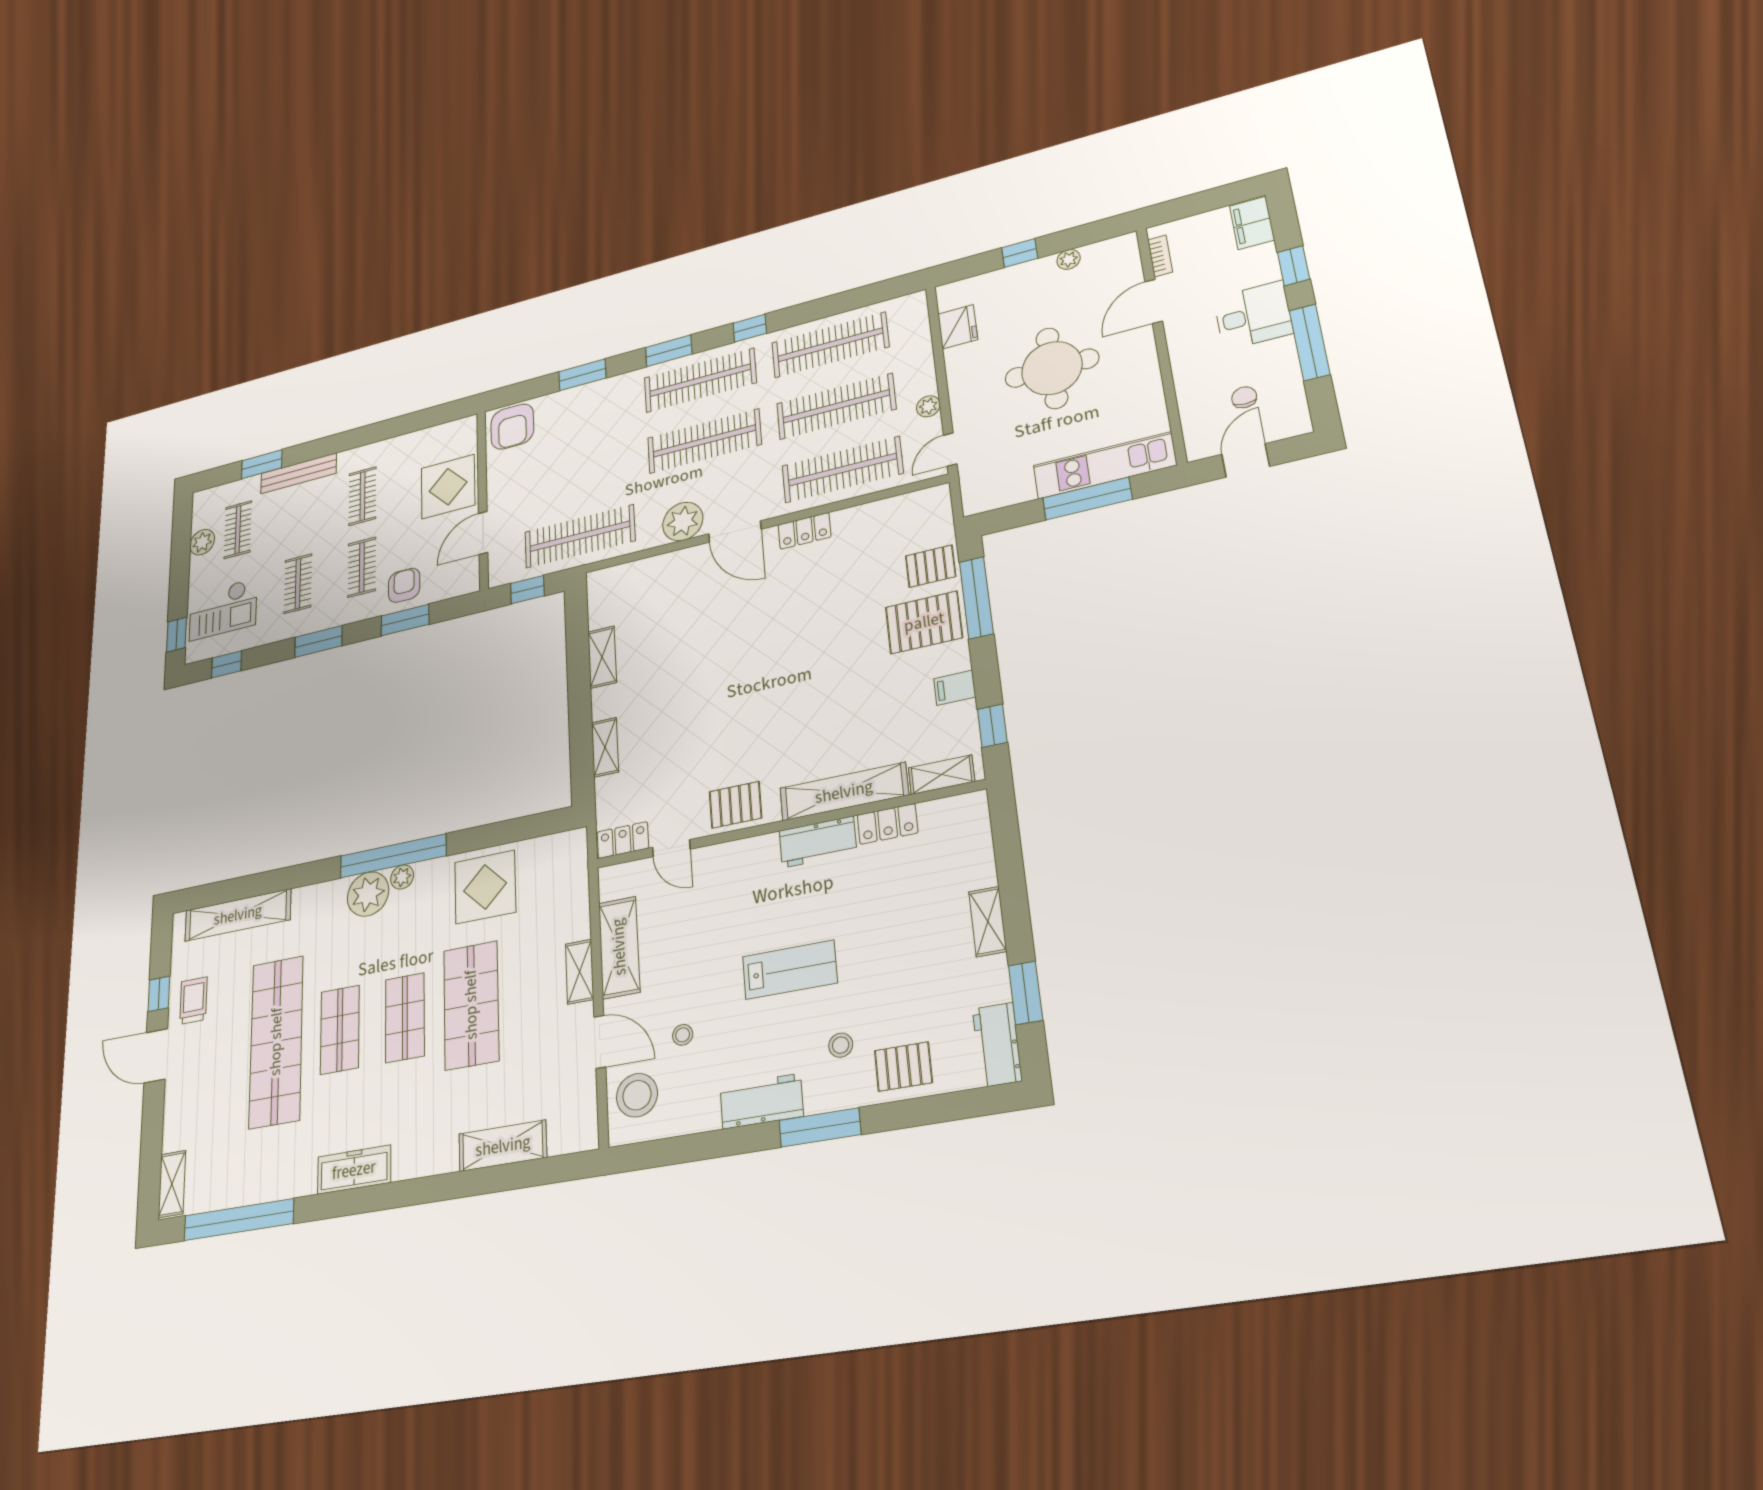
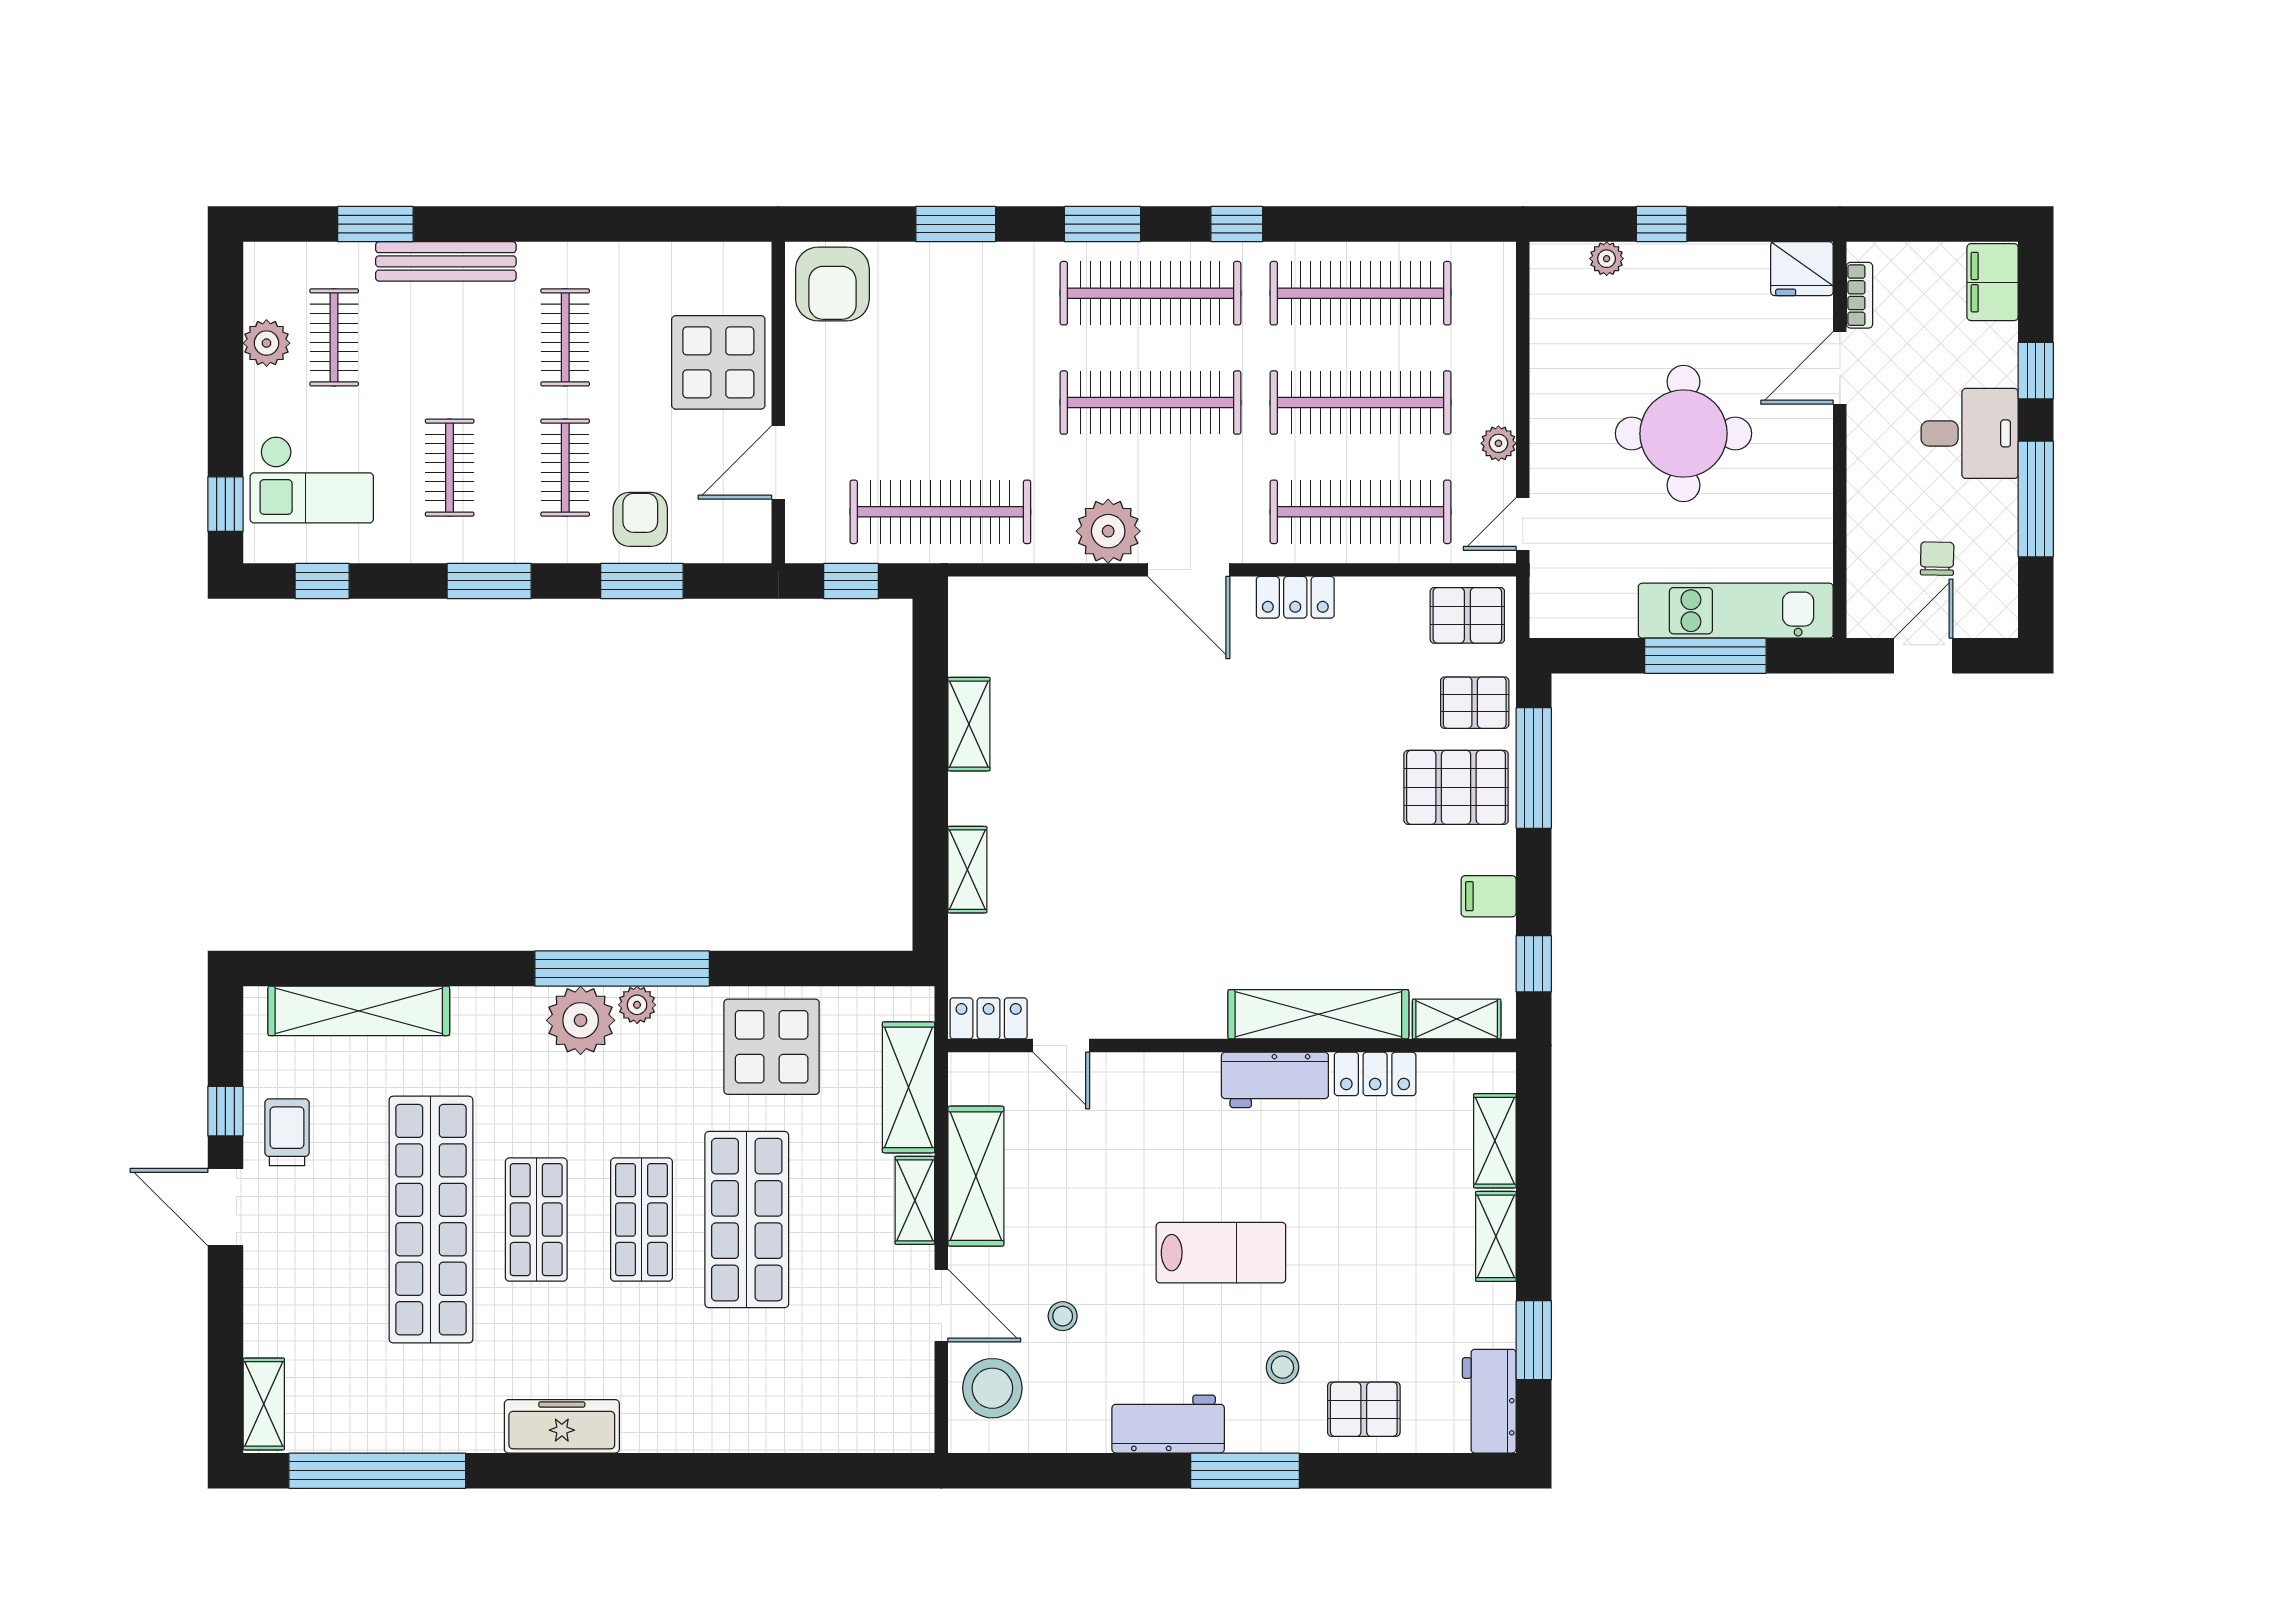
plant: (1069, 259) -> (1607, 259), moved
fridge: (958, 327) -> (1802, 269), moved, turned 90
pallet: (735, 805) -> (1467, 615), moved
shelving: (979, 853) -> (1495, 1141), added
shelving: (503, 1146) -> (908, 1087), moved, turned 90

